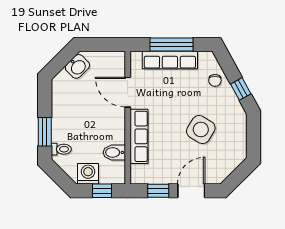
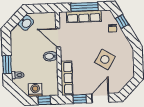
window: (241, 89) -> (122, 21), moved
row of seats: (139, 136) -> (67, 78), moved
bidet: (114, 152) -> (50, 56), moved

